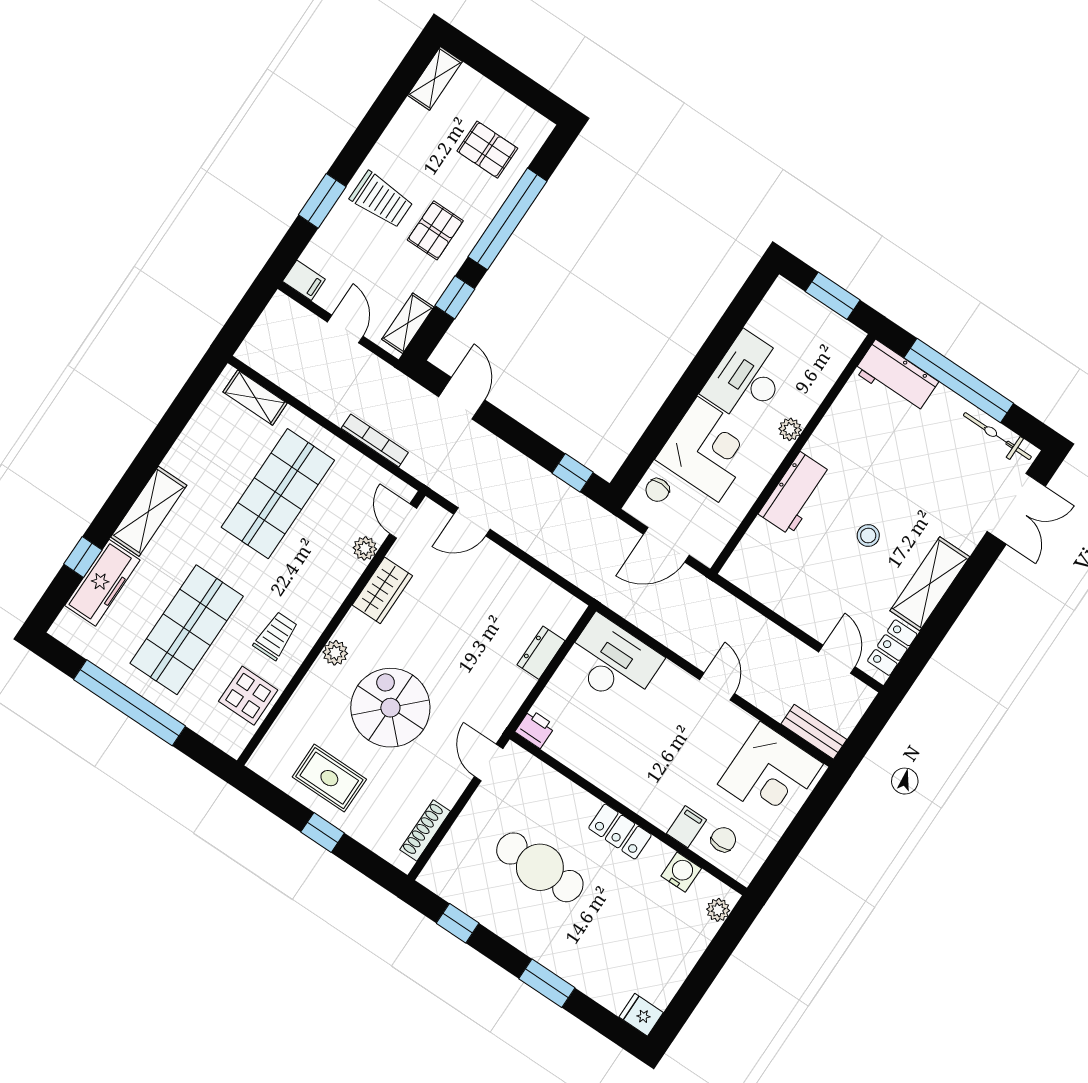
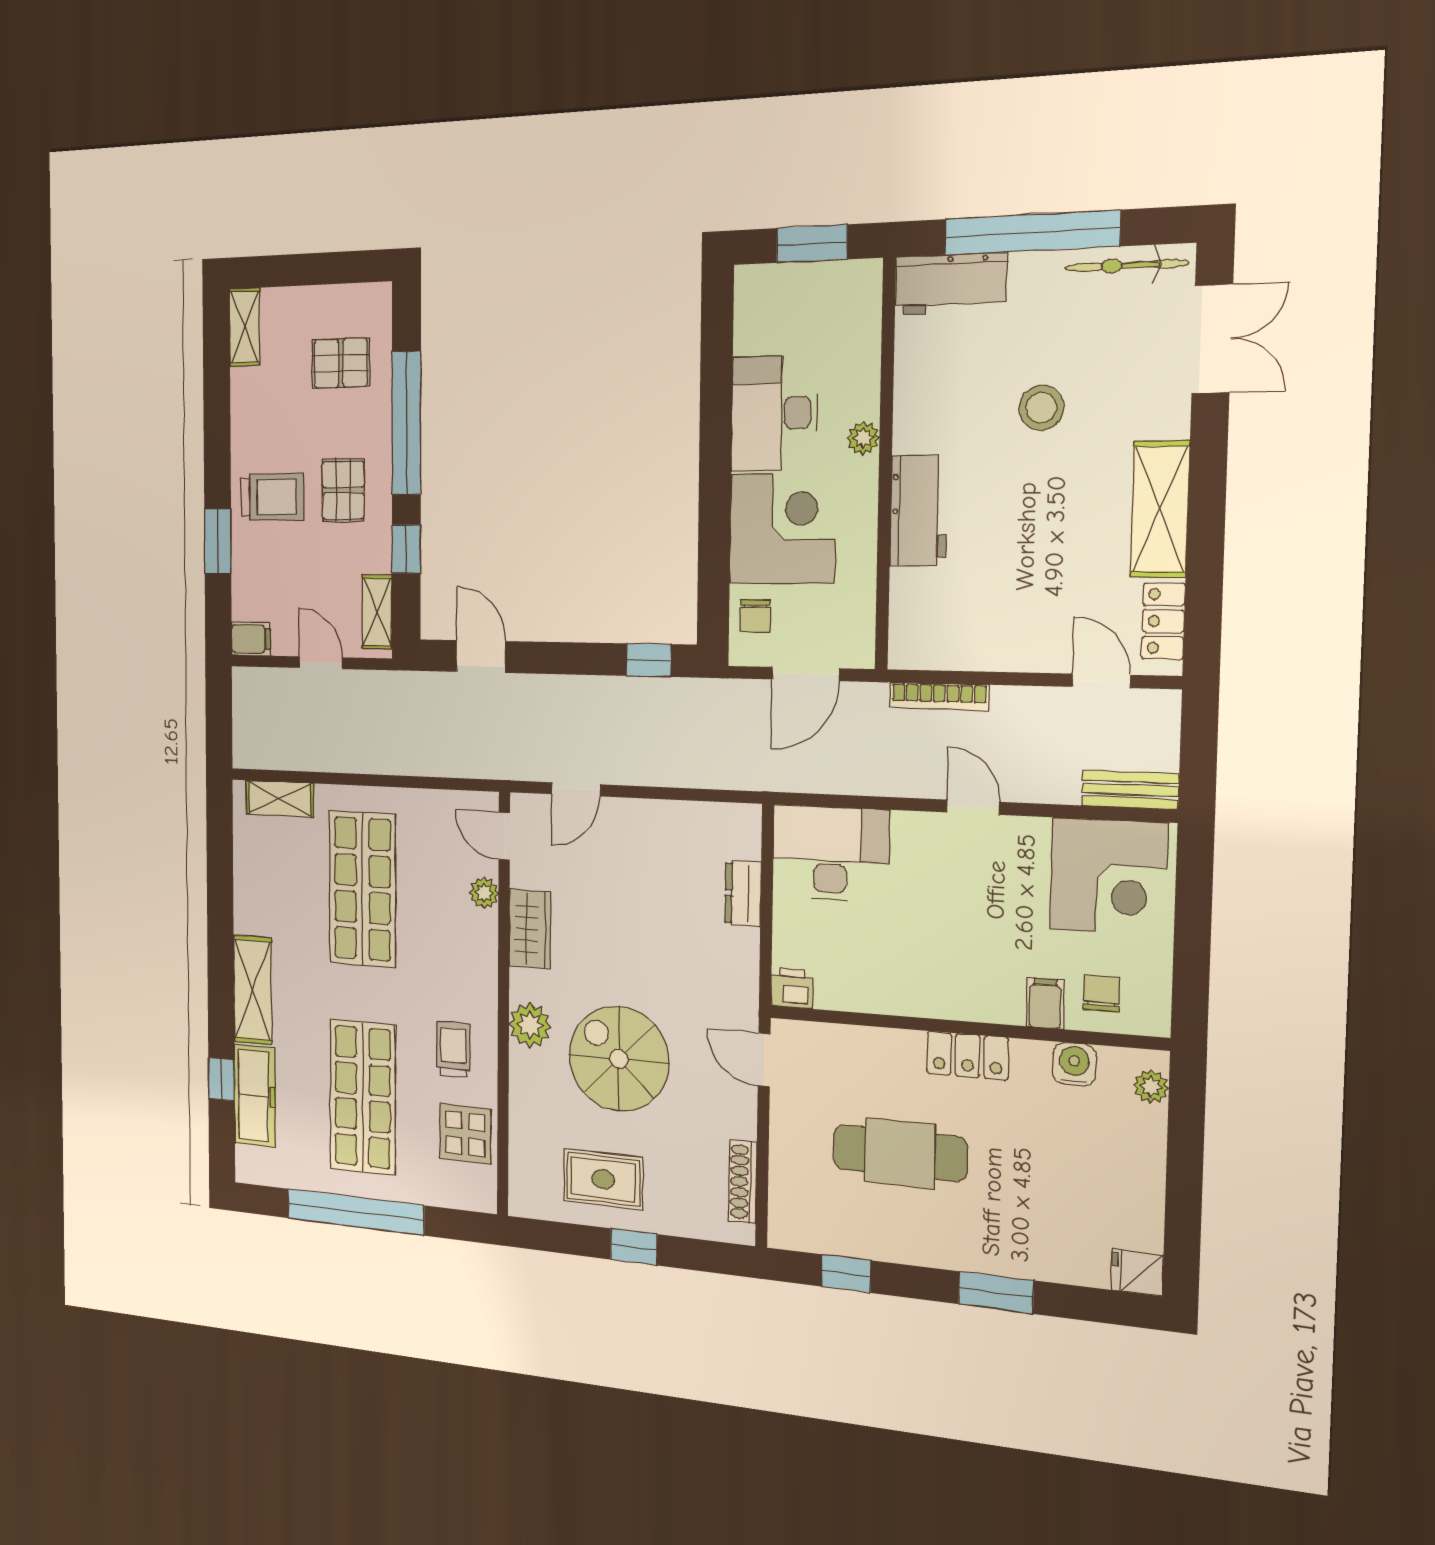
bookcase: (375, 440) -> (939, 696), moved, turned 180
stool: (868, 536) -> (1041, 408), moved, width x1.37, depth x1.37
plant: (335, 653) -> (530, 1025), width x1.38, depth x1.38

